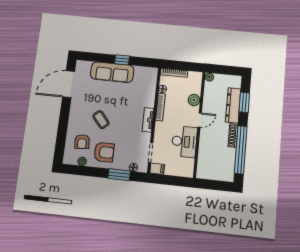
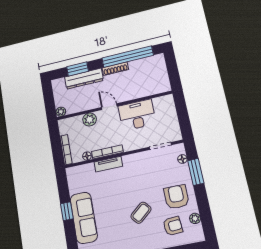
tv unit: (148, 120) -> (108, 164), moved
filing cabinet: (157, 169) -> (175, 133), removed

